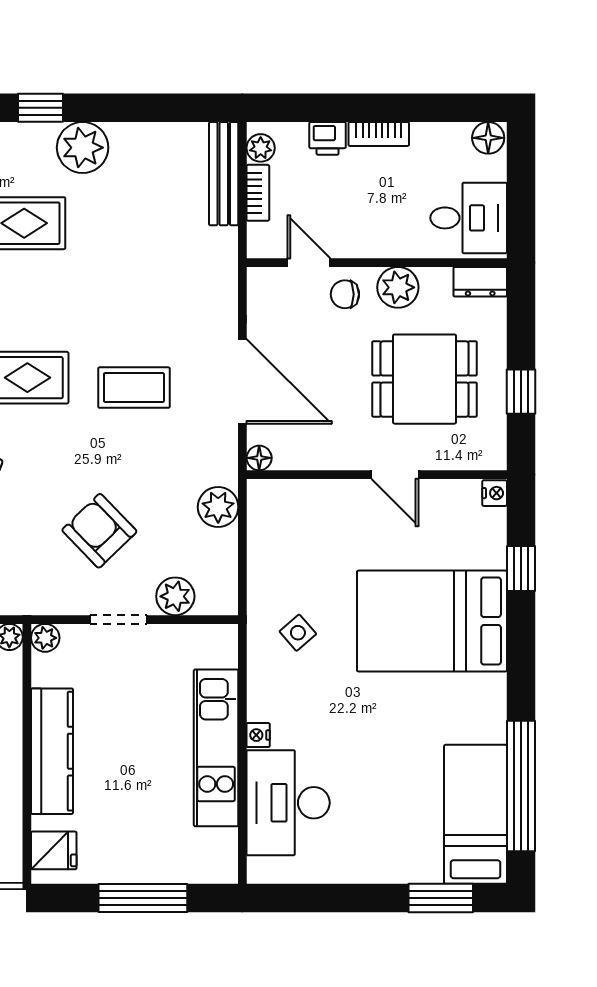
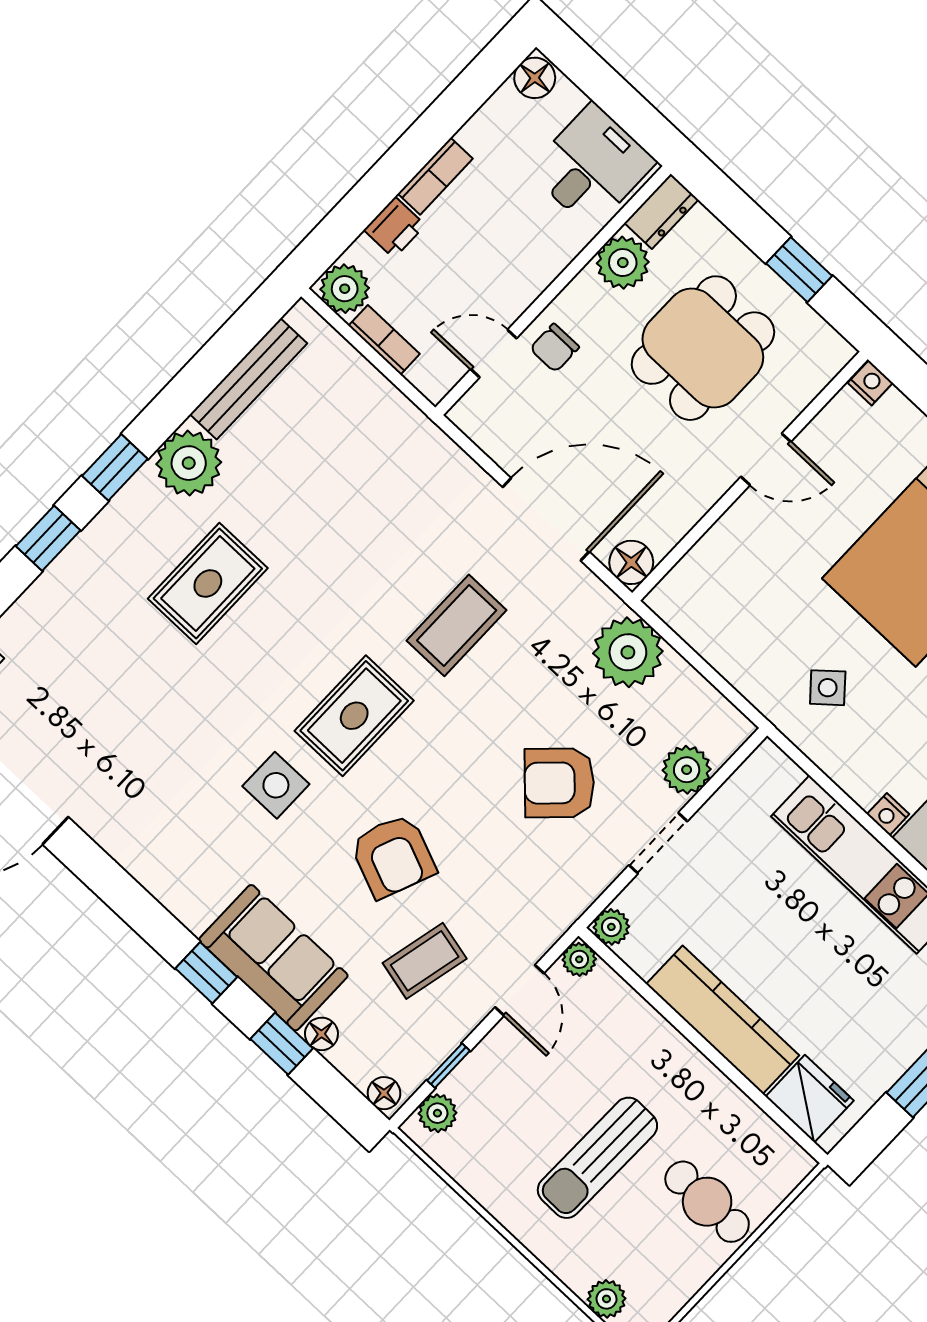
plant: (261, 148) -> (345, 289), width x1.38, depth x1.38
bench: (224, 174) -> (249, 379), moved, turned 90
plant: (398, 287) -> (623, 263), moved
floor lamp: (259, 458) -> (631, 562), width x1.37, depth x1.37
plant: (218, 507) -> (628, 652), width x1.36, depth x1.36
fridge: (54, 850) -> (810, 1099), width x1.38

